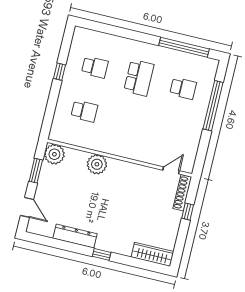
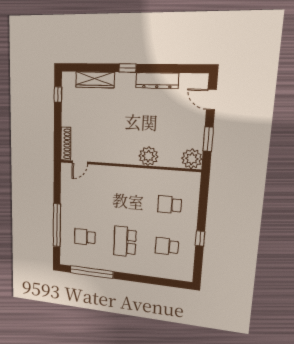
window: (188, 212) -> (58, 94), moved
wardrobe: (152, 254) -> (95, 80), moved

